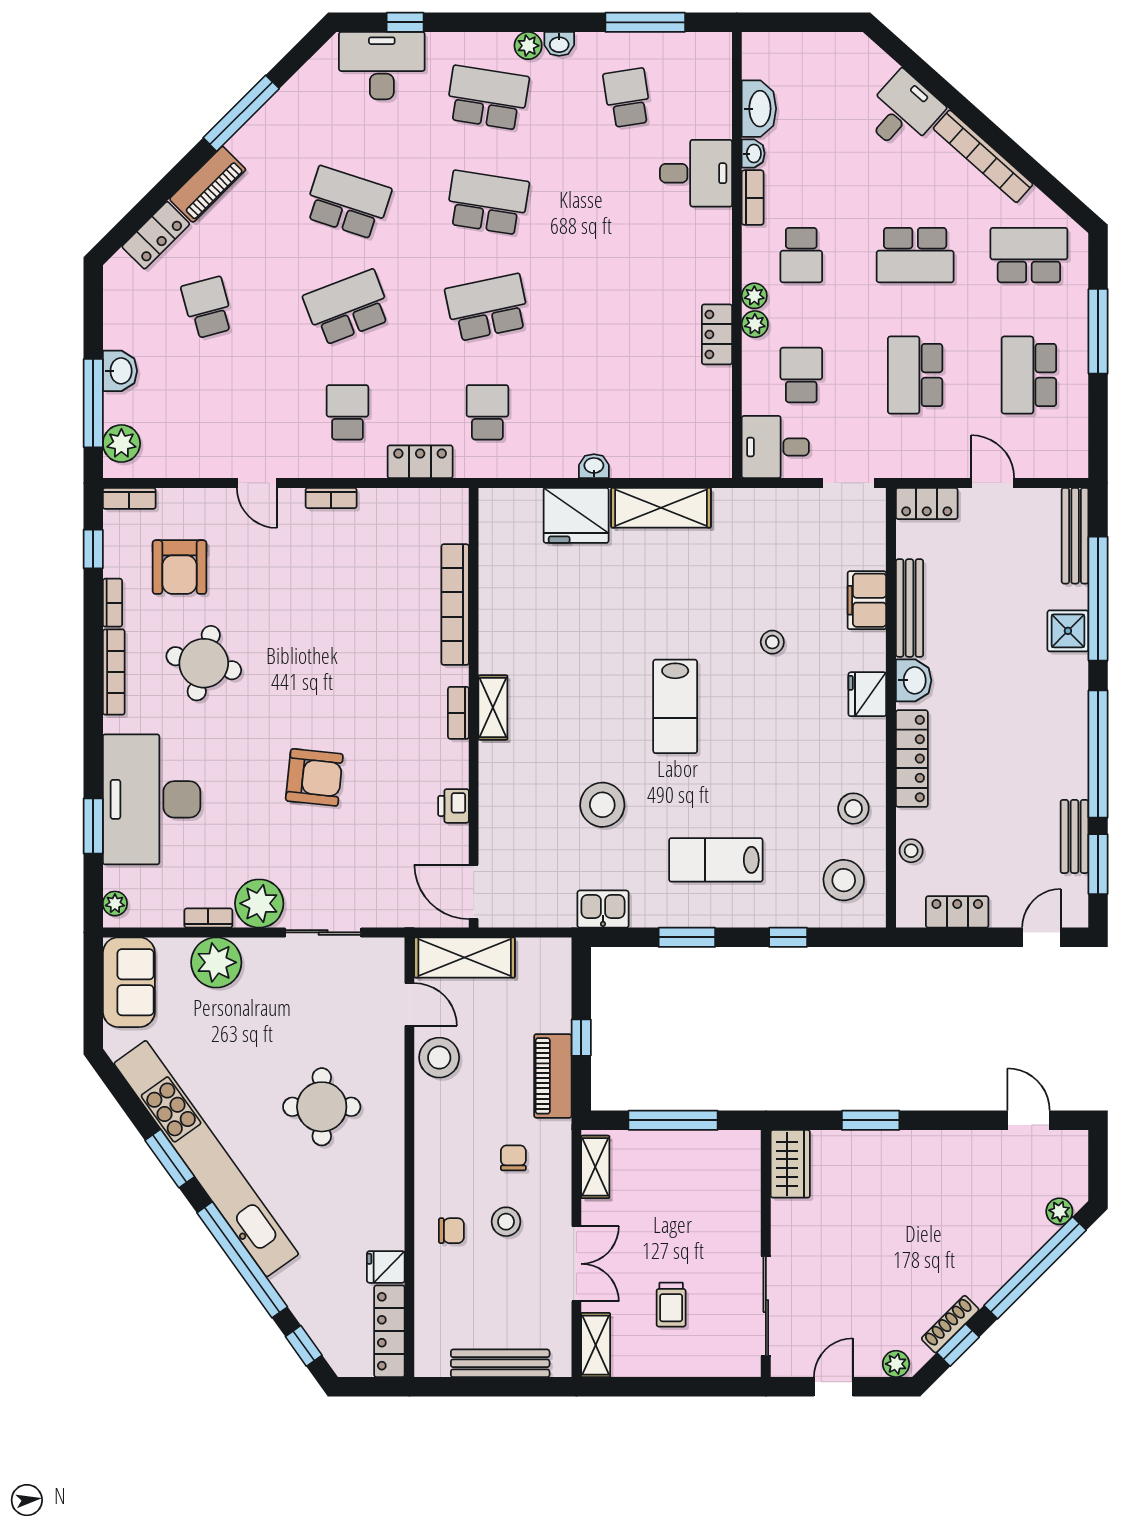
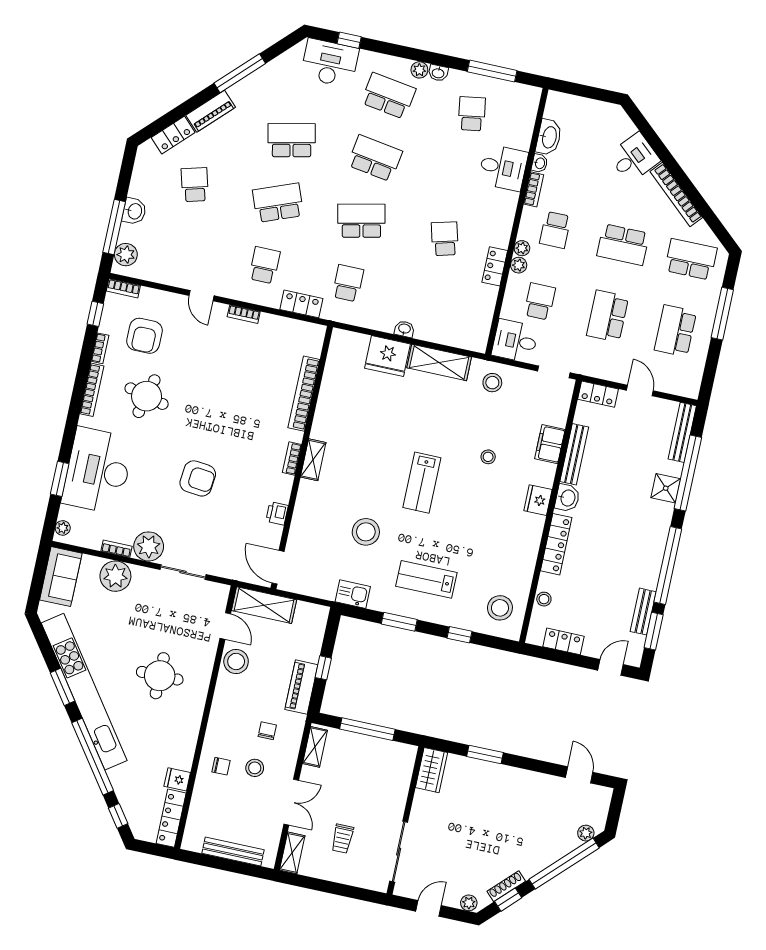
school desk: (347, 203) -> (292, 140), turned -30
school desk: (627, 307) -> (445, 239), added
stool: (853, 809) -> (492, 383), moved

